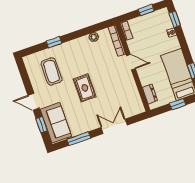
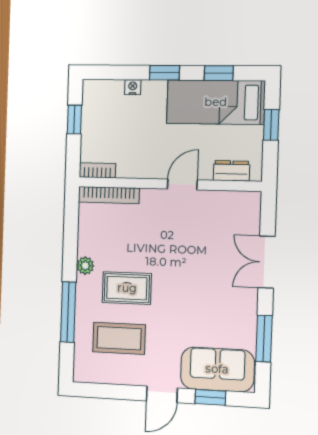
window: (175, 19) -> (164, 73), moved
plant: (94, 37) -> (85, 266), moved
window: (54, 42) -> (68, 312), width x2.17
door: (131, 62) -> (182, 184), moved
rug: (85, 88) -> (127, 288), moved

